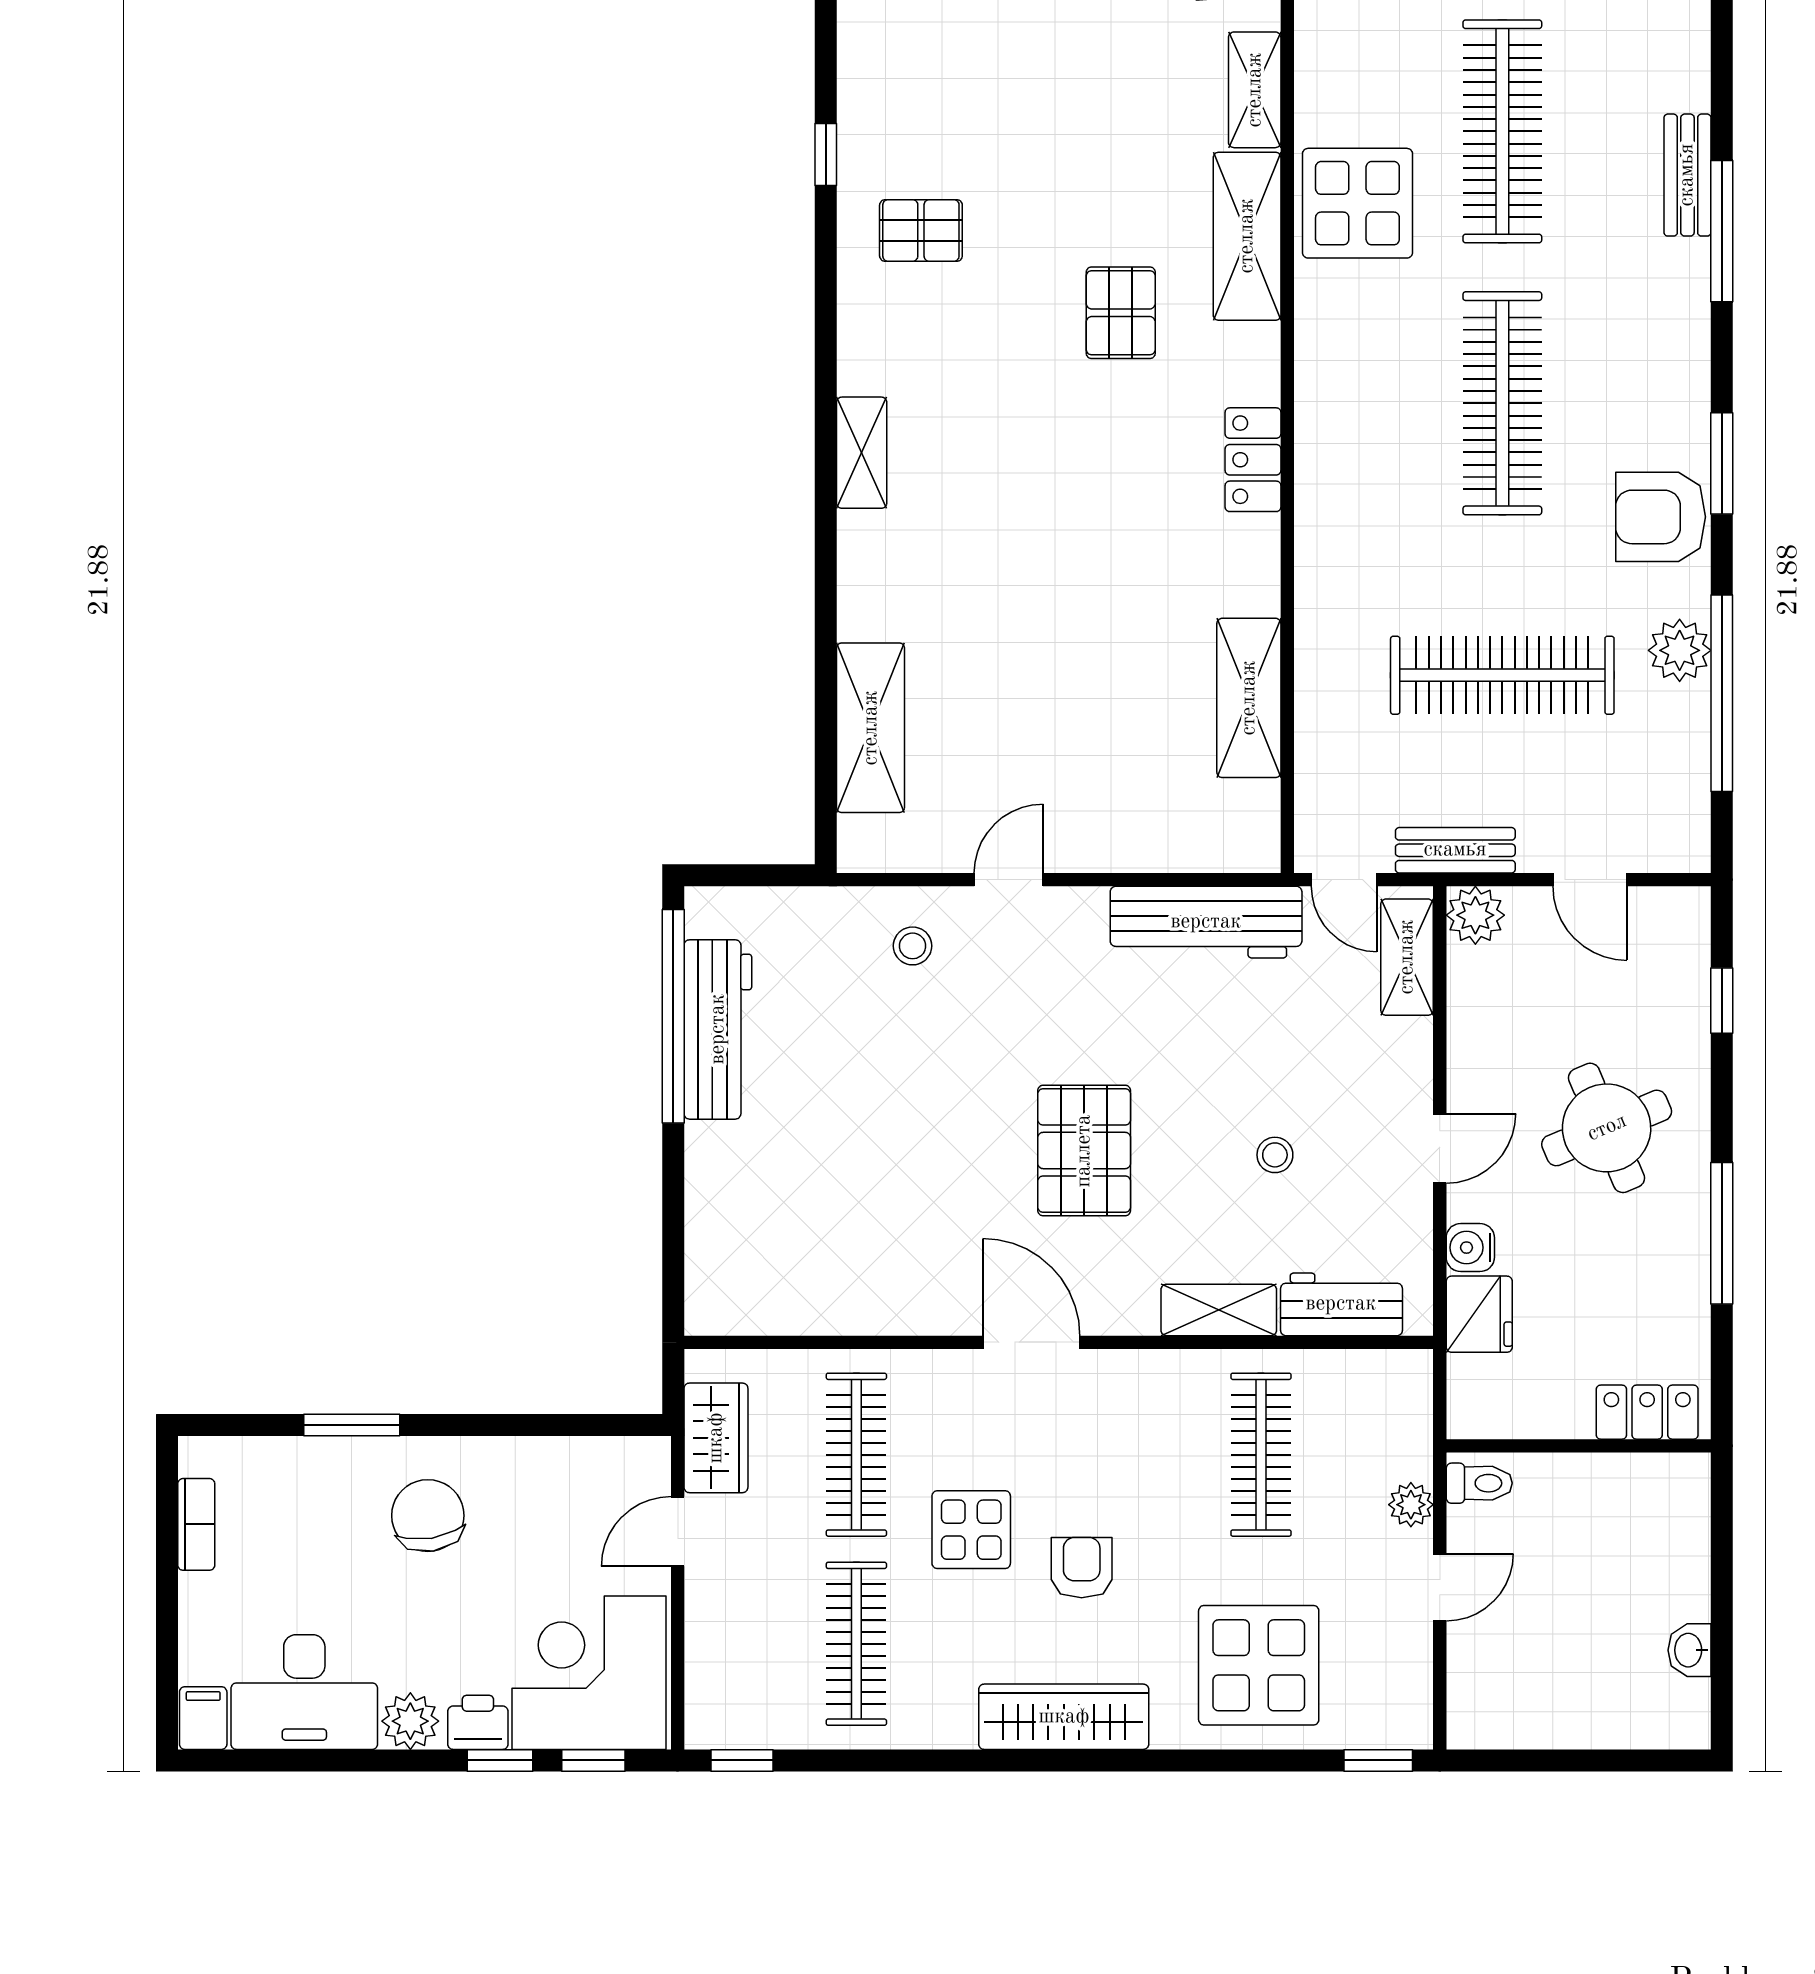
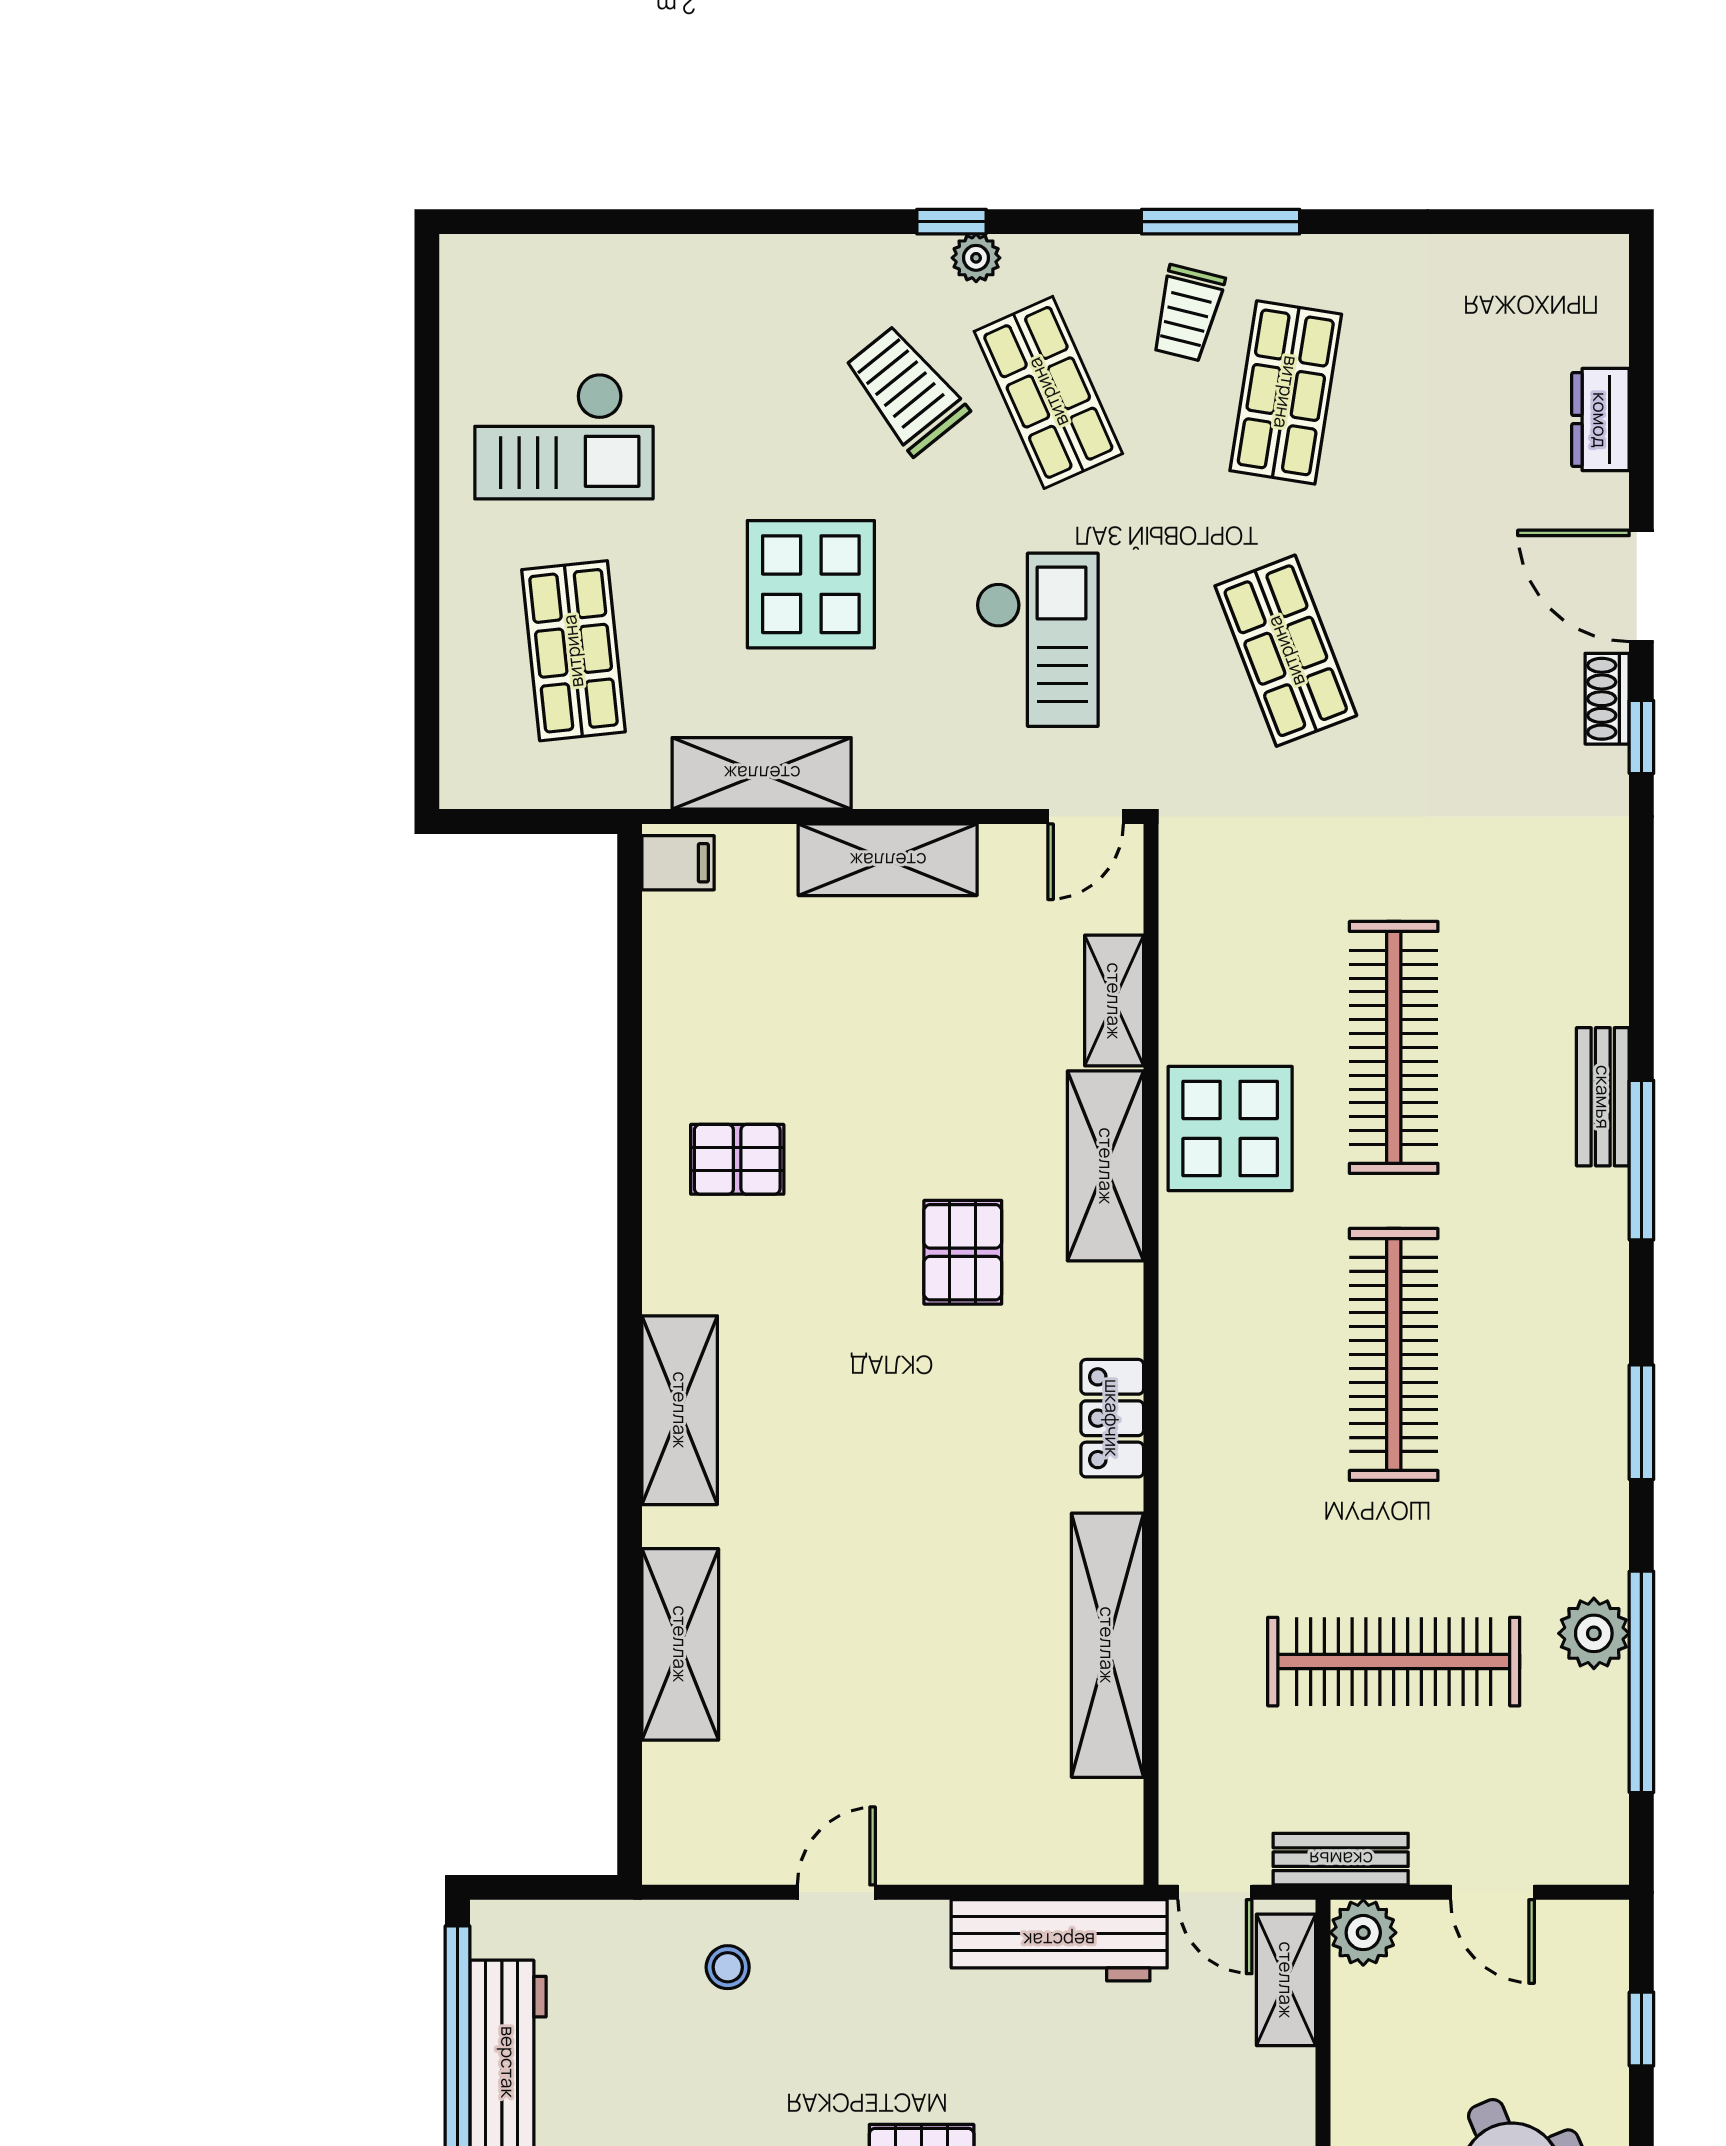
window: (826, 155) -> (630, 1074), removed
shelving: (862, 453) -> (680, 1410), width x1.50, depth x1.33
armchair: (1661, 517) -> (1572, 1483), removed
shelving: (1249, 698) -> (1107, 1645), width x1.47
shelving: (871, 728) -> (680, 1644), moved

